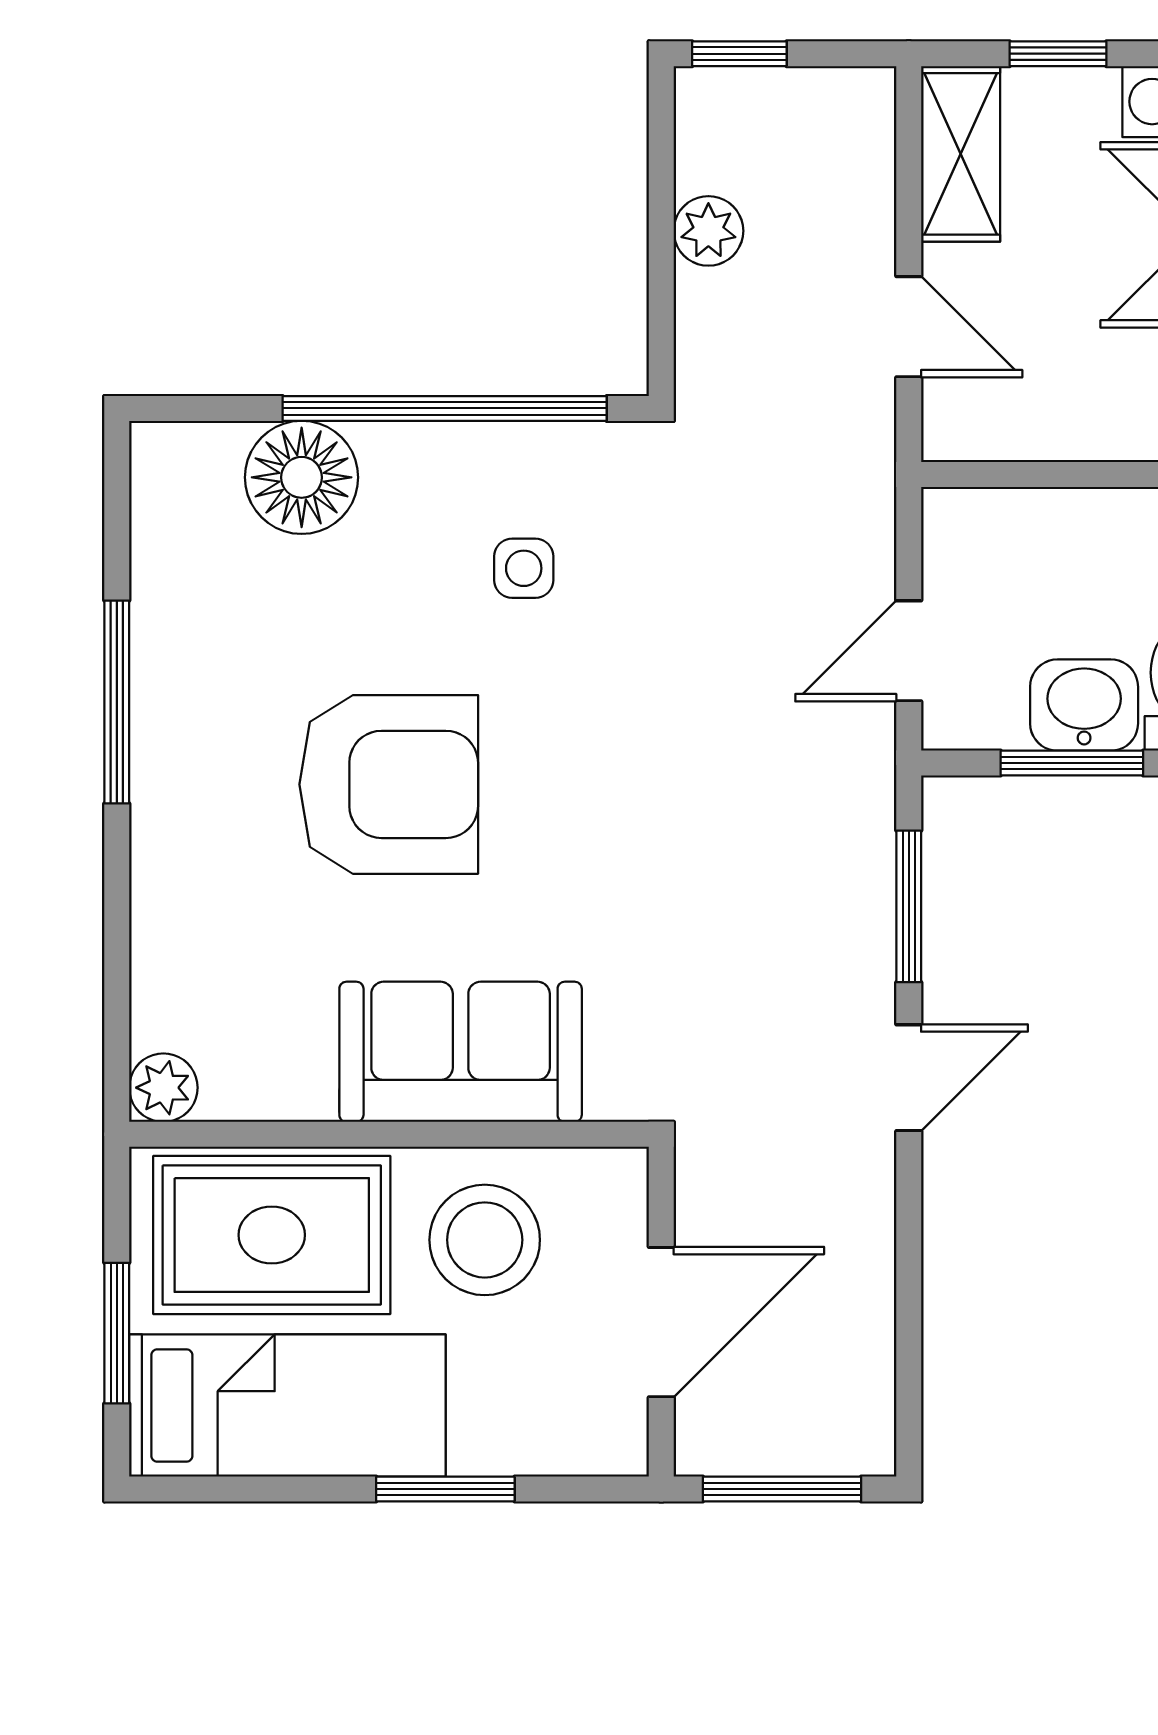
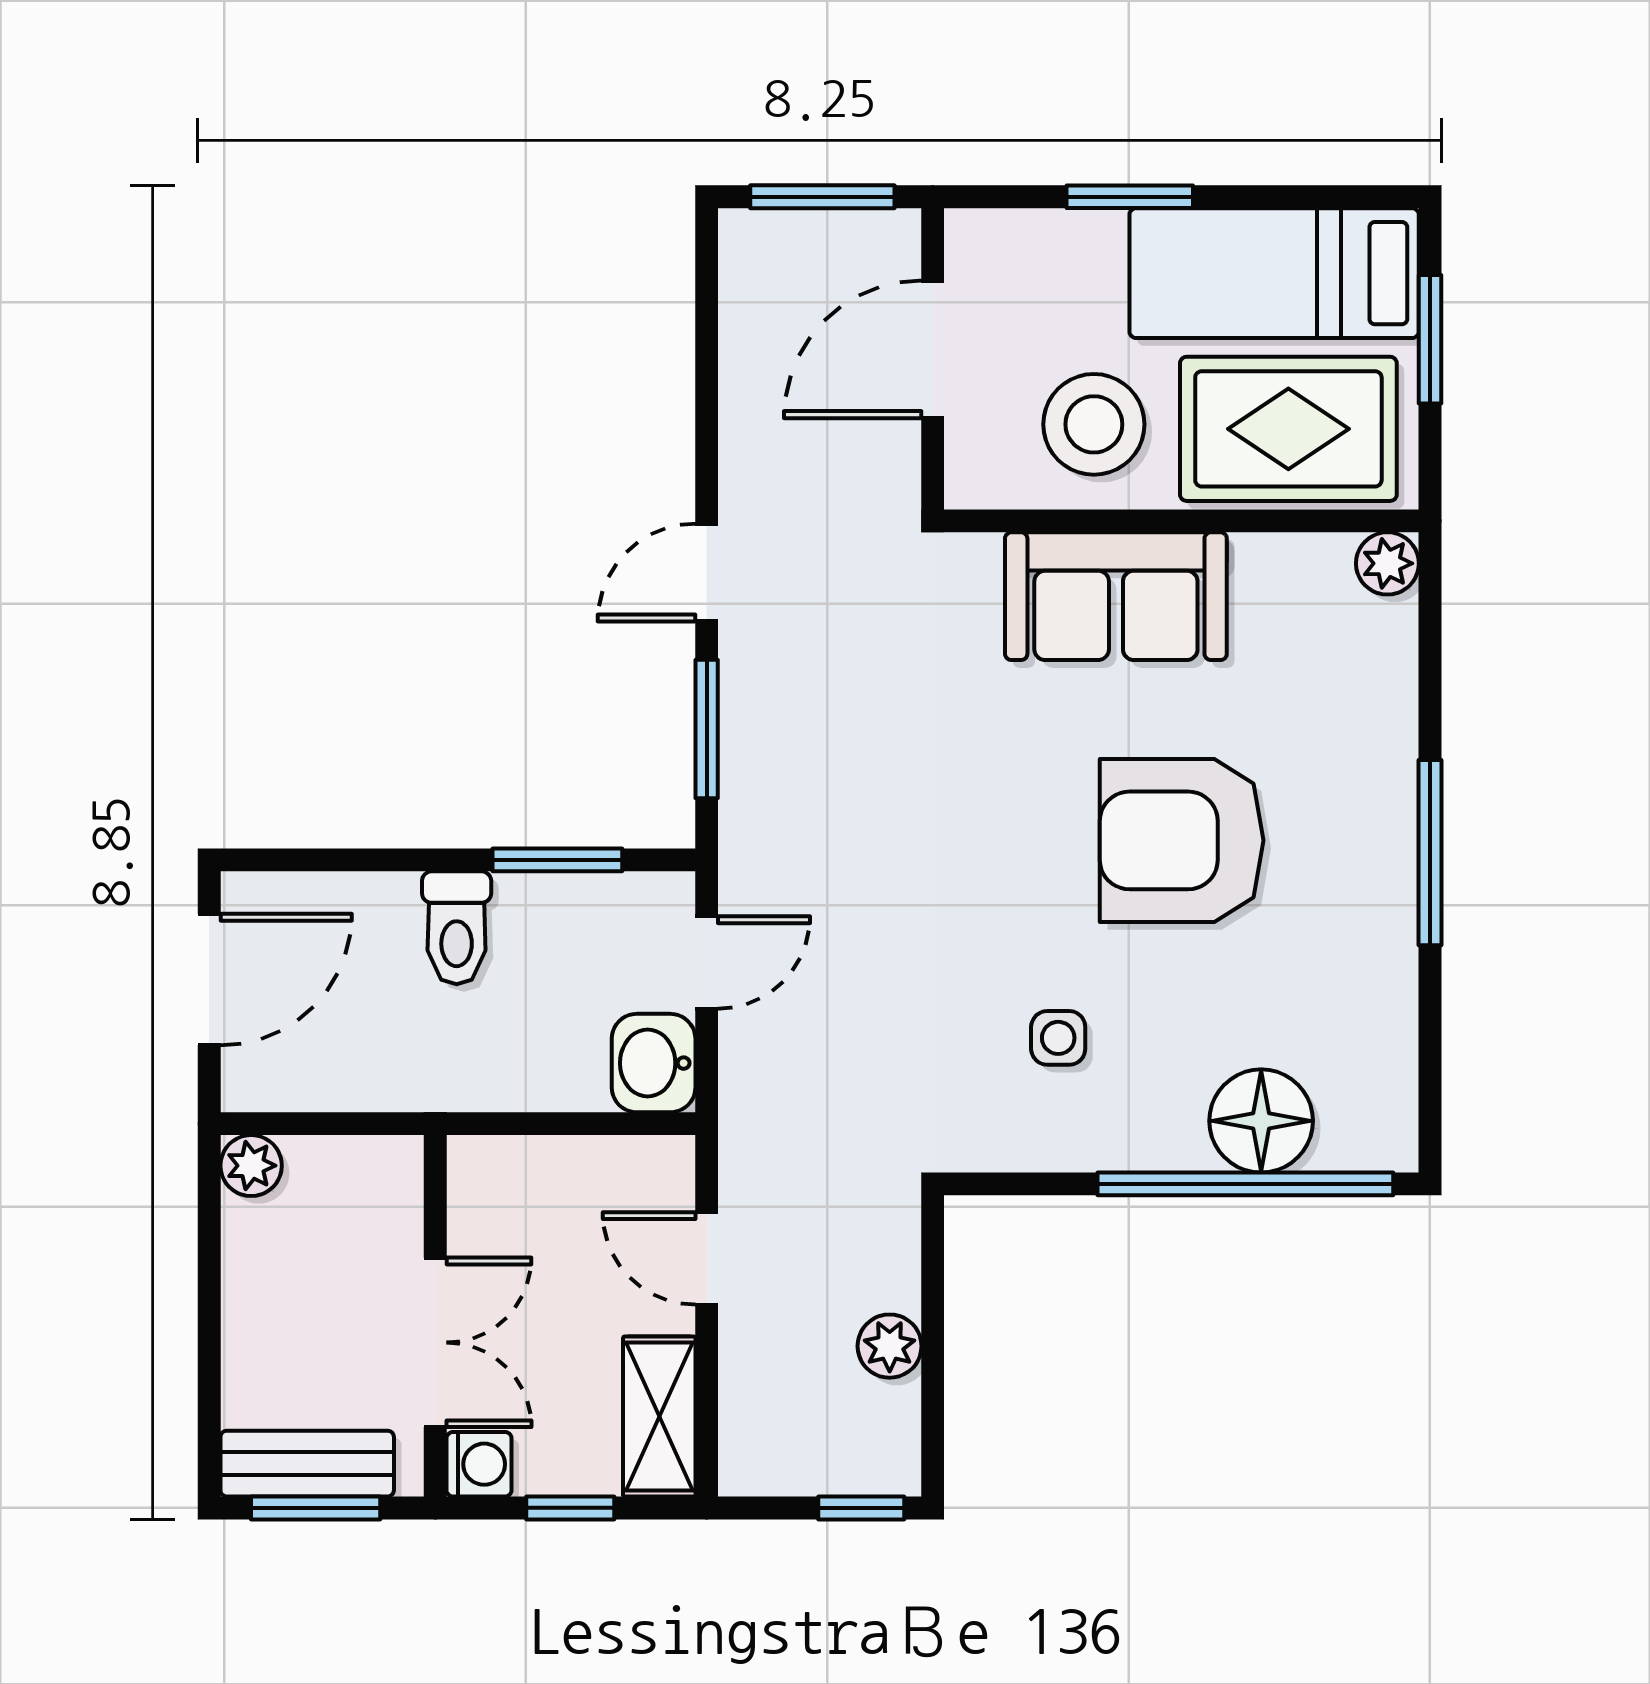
window: (445, 408) -> (1245, 1184), moved
window: (117, 702) -> (1430, 853), moved
washbasin: (1084, 705) -> (654, 1063), moved, turned 90

